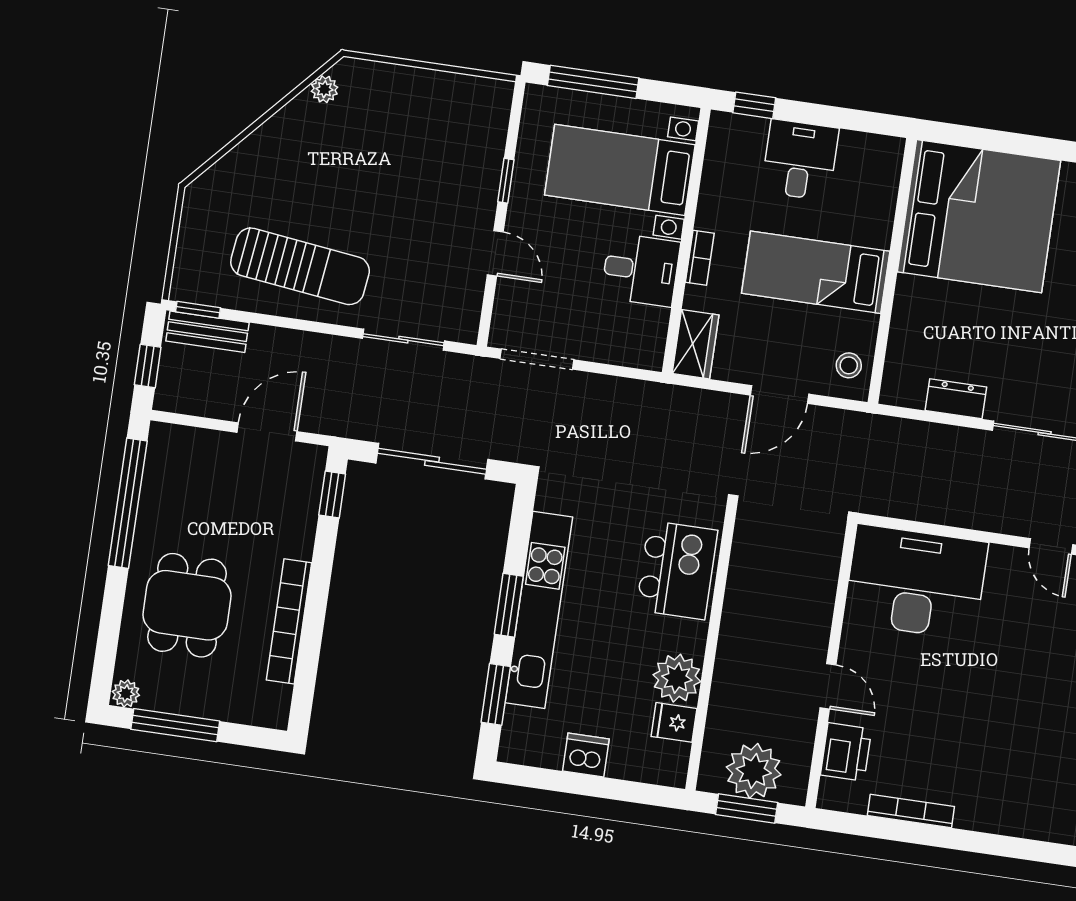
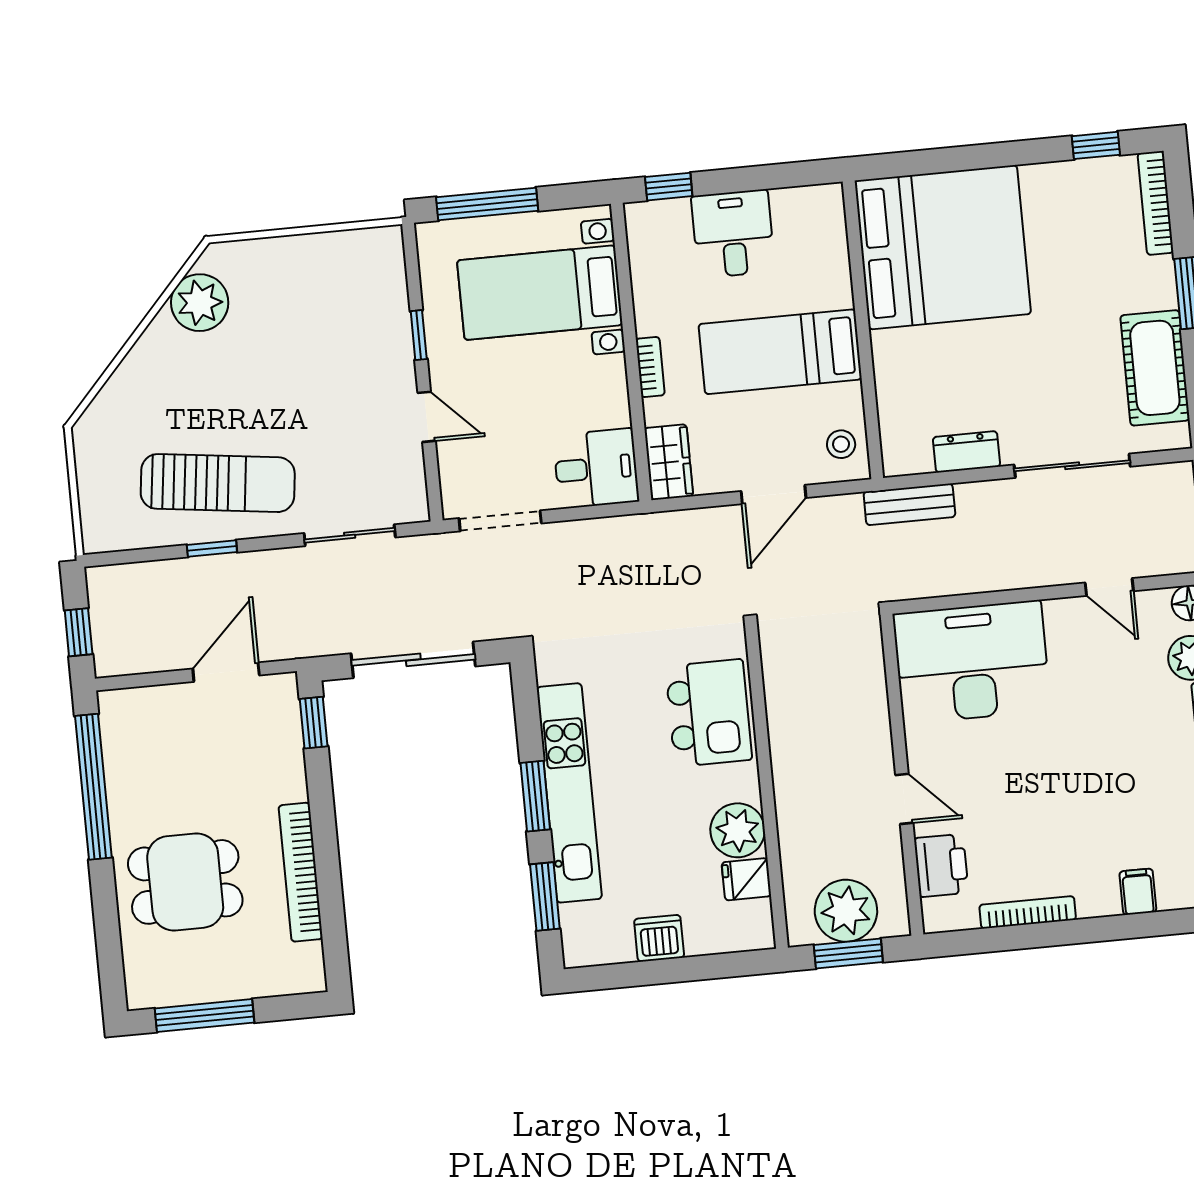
plant: (324, 89) -> (200, 303), width x1.87, depth x1.87
desk: (641, 270) -> (596, 468), moved
window: (198, 310) -> (212, 549), moved
bench: (207, 332) -> (909, 504), moved
dining table: (187, 605) -> (185, 882), turned 90
plant: (126, 693) -> (142, 994), removed
filing cabinet: (1011, 817) -> (1138, 892), added

